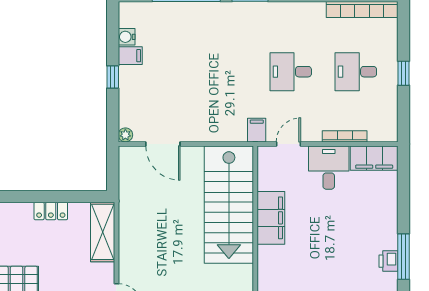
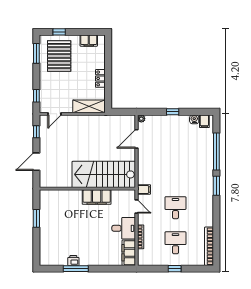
filing cabinet: (130, 56) -> (204, 121), moved

